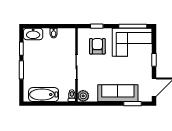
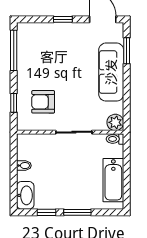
corner sofa: (132, 42) -> (37, 51), removed

